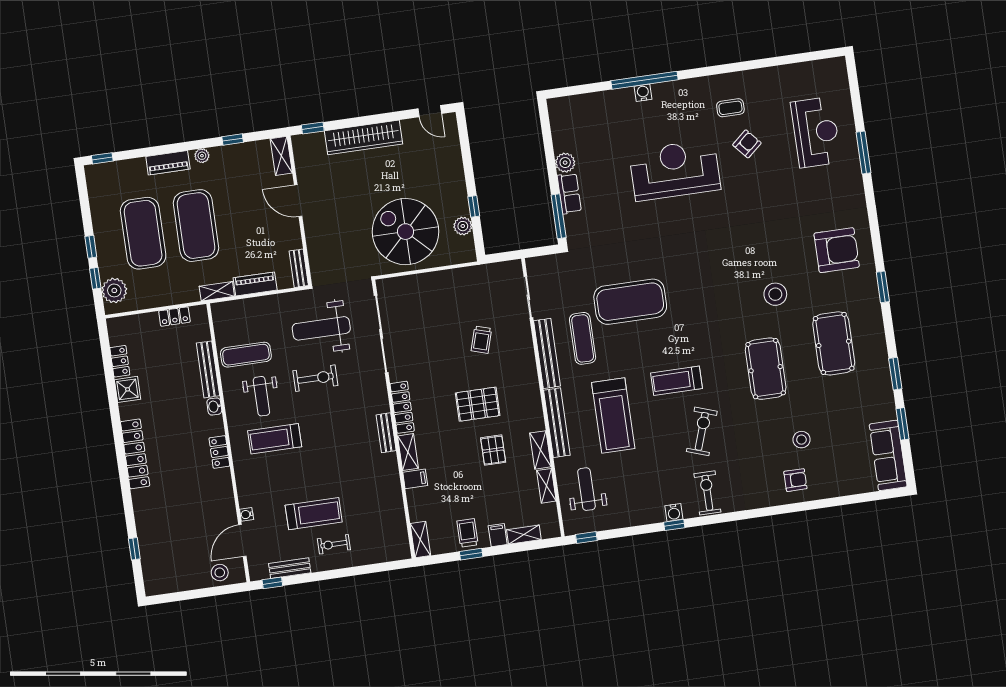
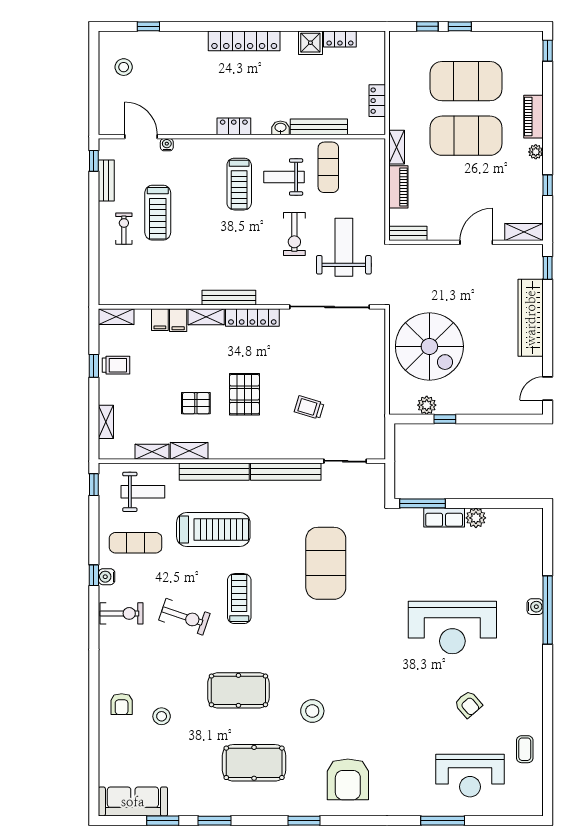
coffee table: (730, 108) -> (525, 749), moved
reception desk: (675, 170) -> (452, 627), turned 90
spiral stairs: (406, 232) -> (429, 346), turned 90
plant: (114, 290) -> (412, 44), removed
exercise mat: (583, 338) -> (136, 543), moved
treadmill: (613, 416) -> (213, 529), turned 180
bench: (386, 433) -> (229, 298), width x1.36
treadmill: (275, 439) -> (239, 184), turned 180
filing cabinet: (498, 535) -> (160, 320), moved, turned 90
stool: (220, 573) -> (124, 67), moved

